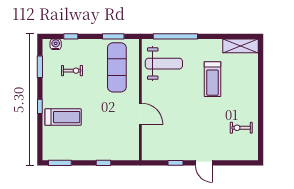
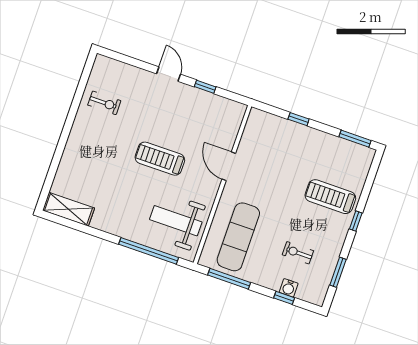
window: (113, 36) -> (229, 279), width x1.44
water cooler: (56, 44) -> (289, 288), moved
treadmill: (212, 79) -> (160, 159), moved, turned -90

